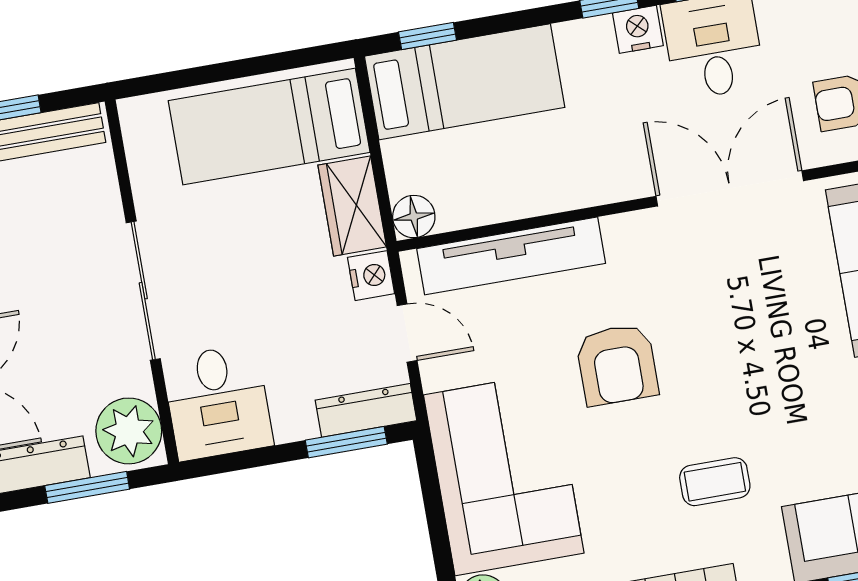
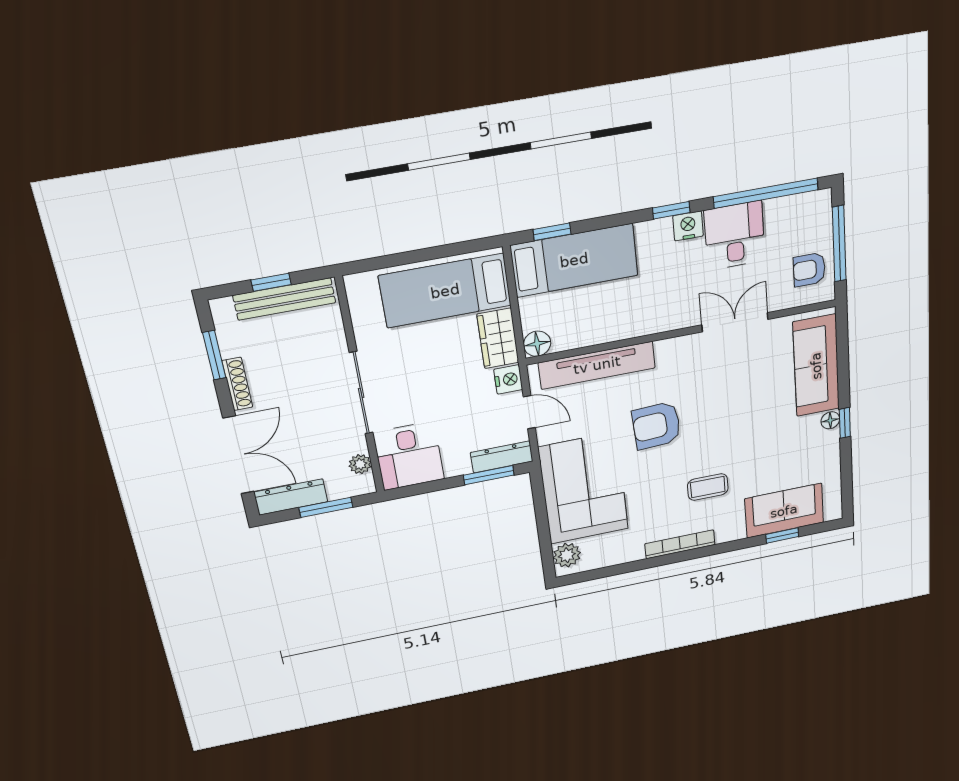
double door: (730, 188) -> (735, 322), width x0.73
armchair: (617, 365) -> (657, 425), turned 87
plant: (129, 431) -> (360, 464), width x0.53, depth x0.53

